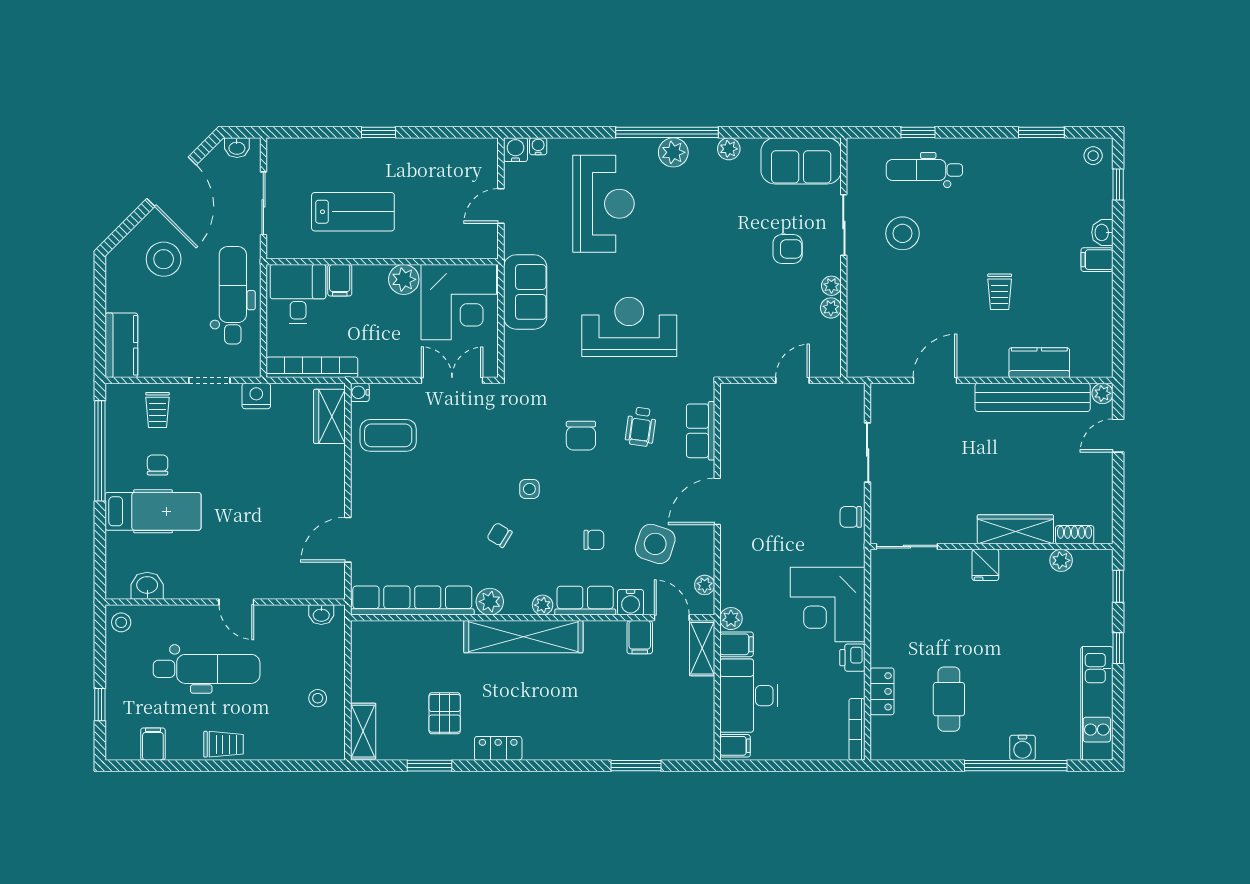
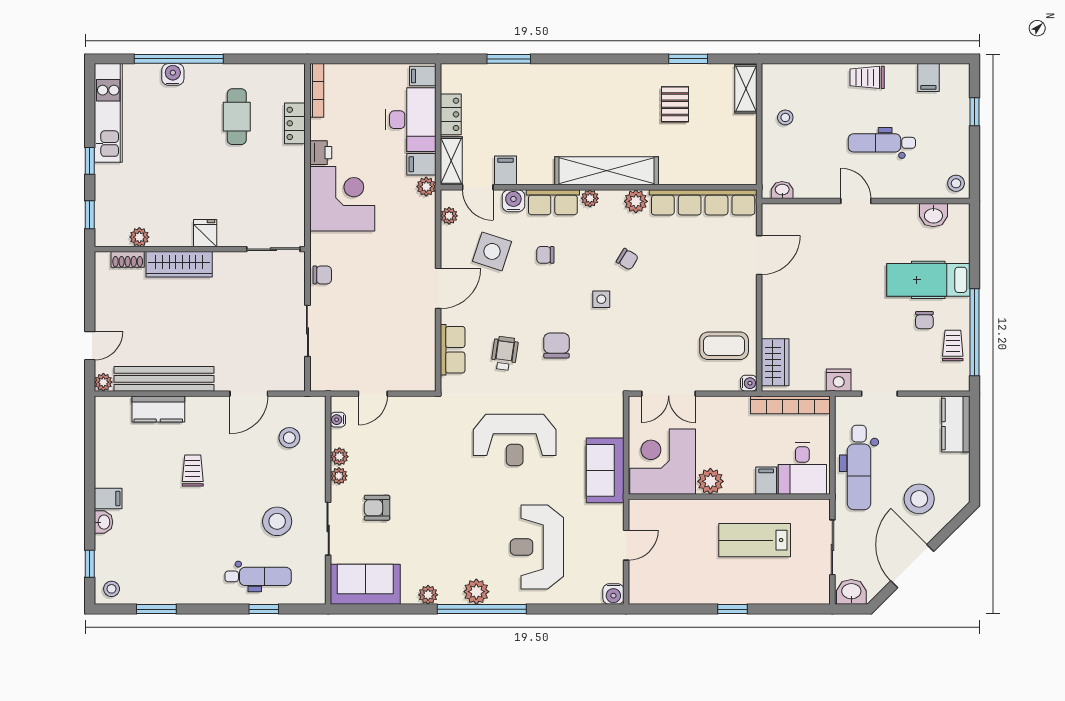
water cooler: (538, 146) -> (338, 420), moved, turned 90
washbasin: (237, 148) -> (851, 592), width x1.38, depth x1.45
stool: (888, 330) -> (289, 438), added
trolley: (158, 410) -> (953, 345), moved
dental chair: (207, 669) -> (882, 143), width x0.73, depth x0.72
locker: (498, 748) -> (451, 114), moved, turned -90

